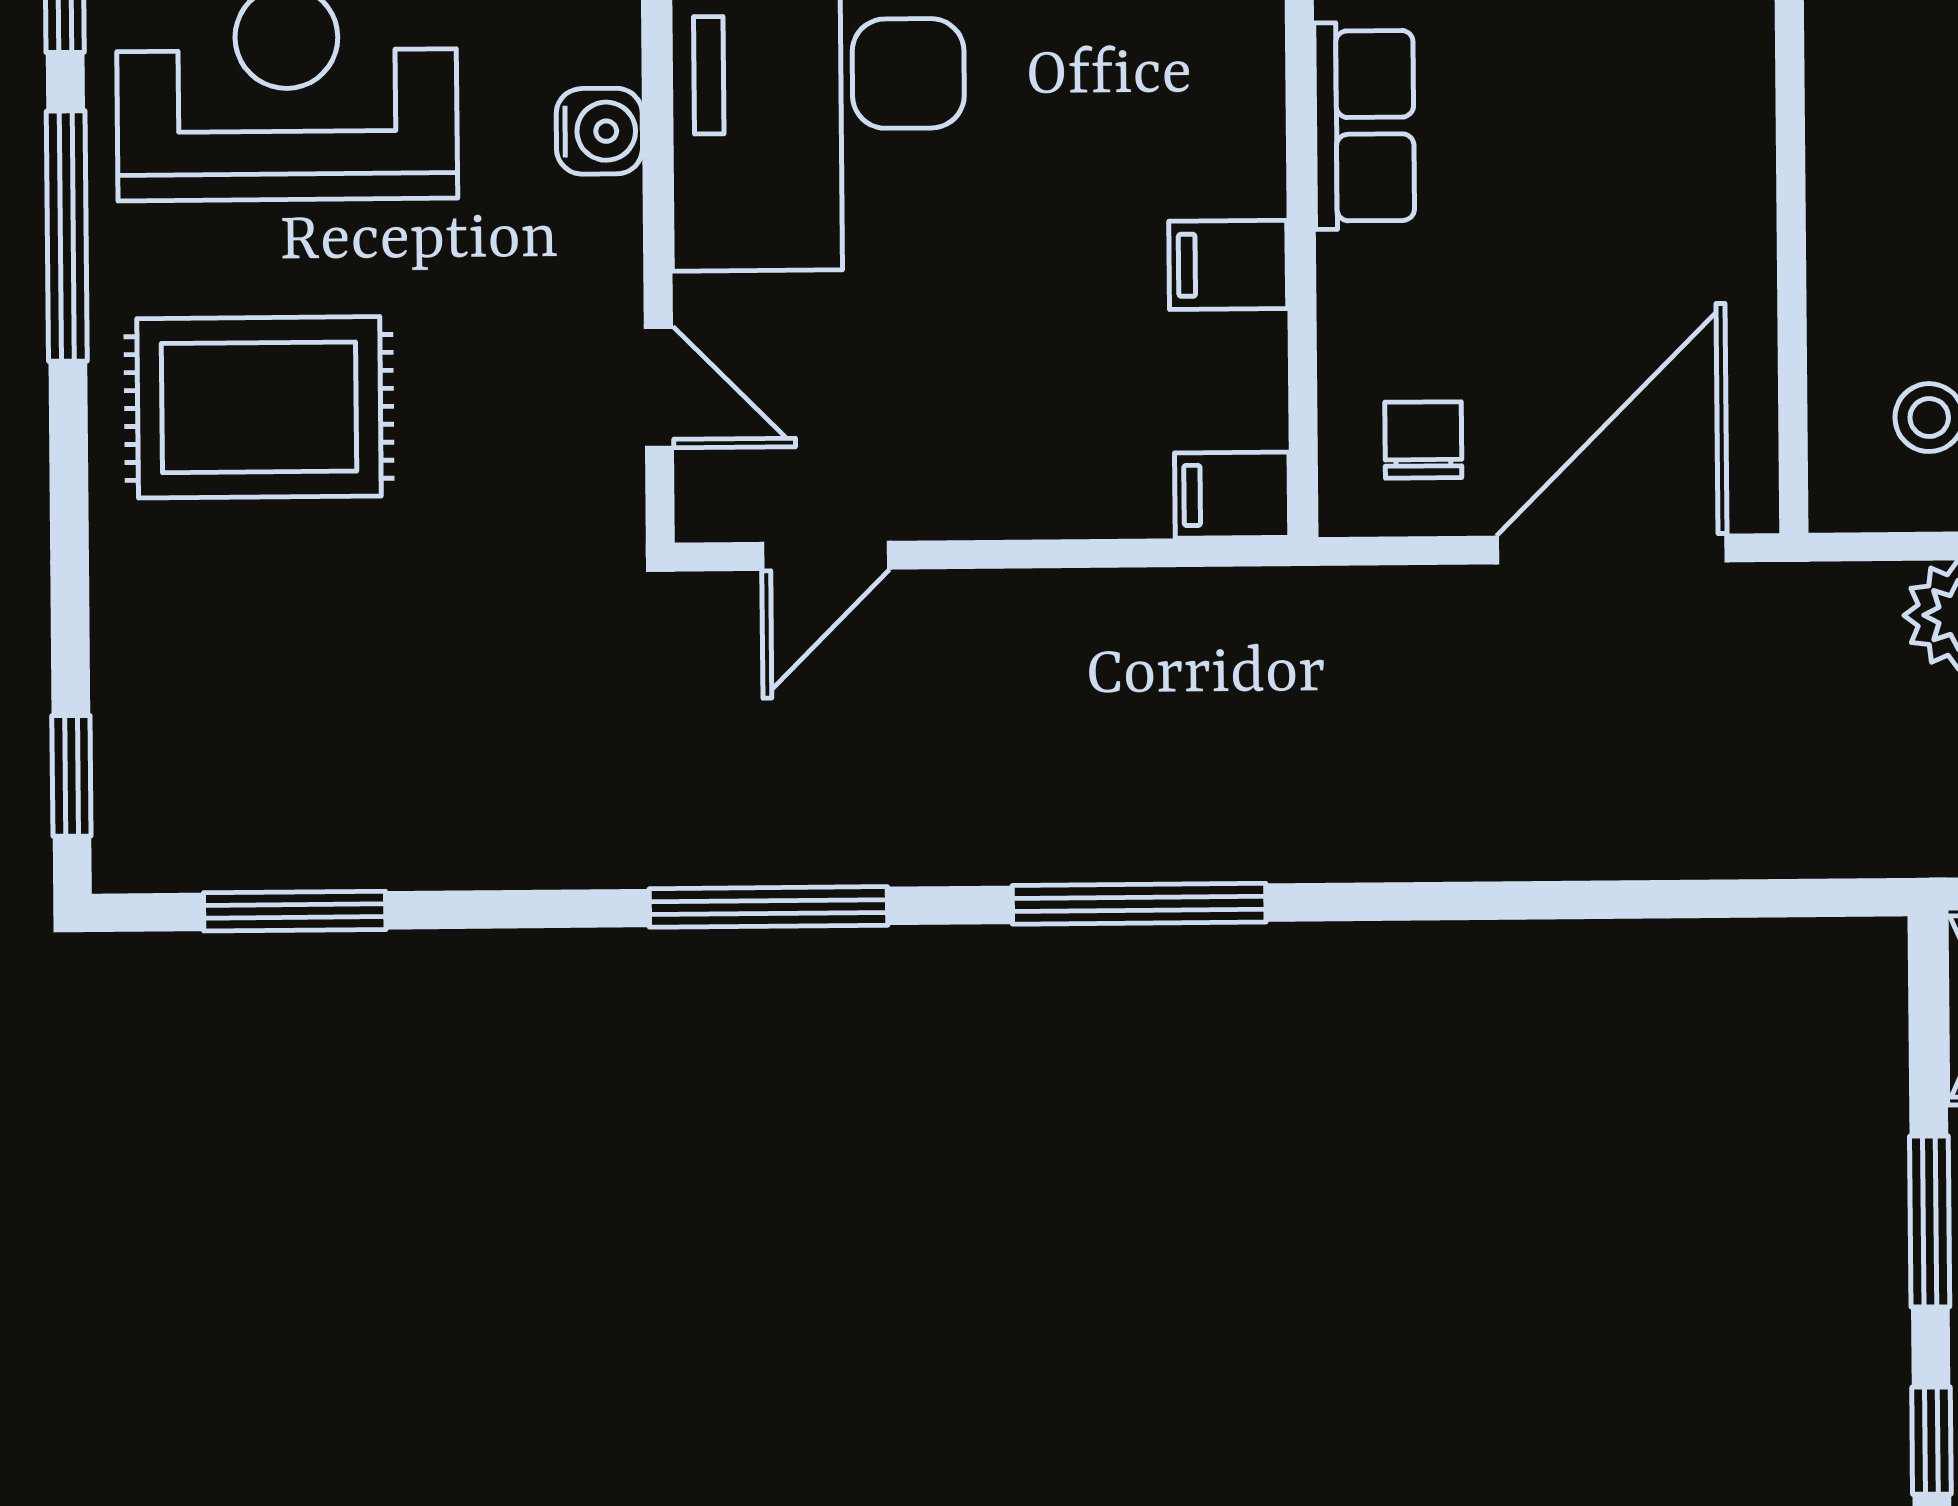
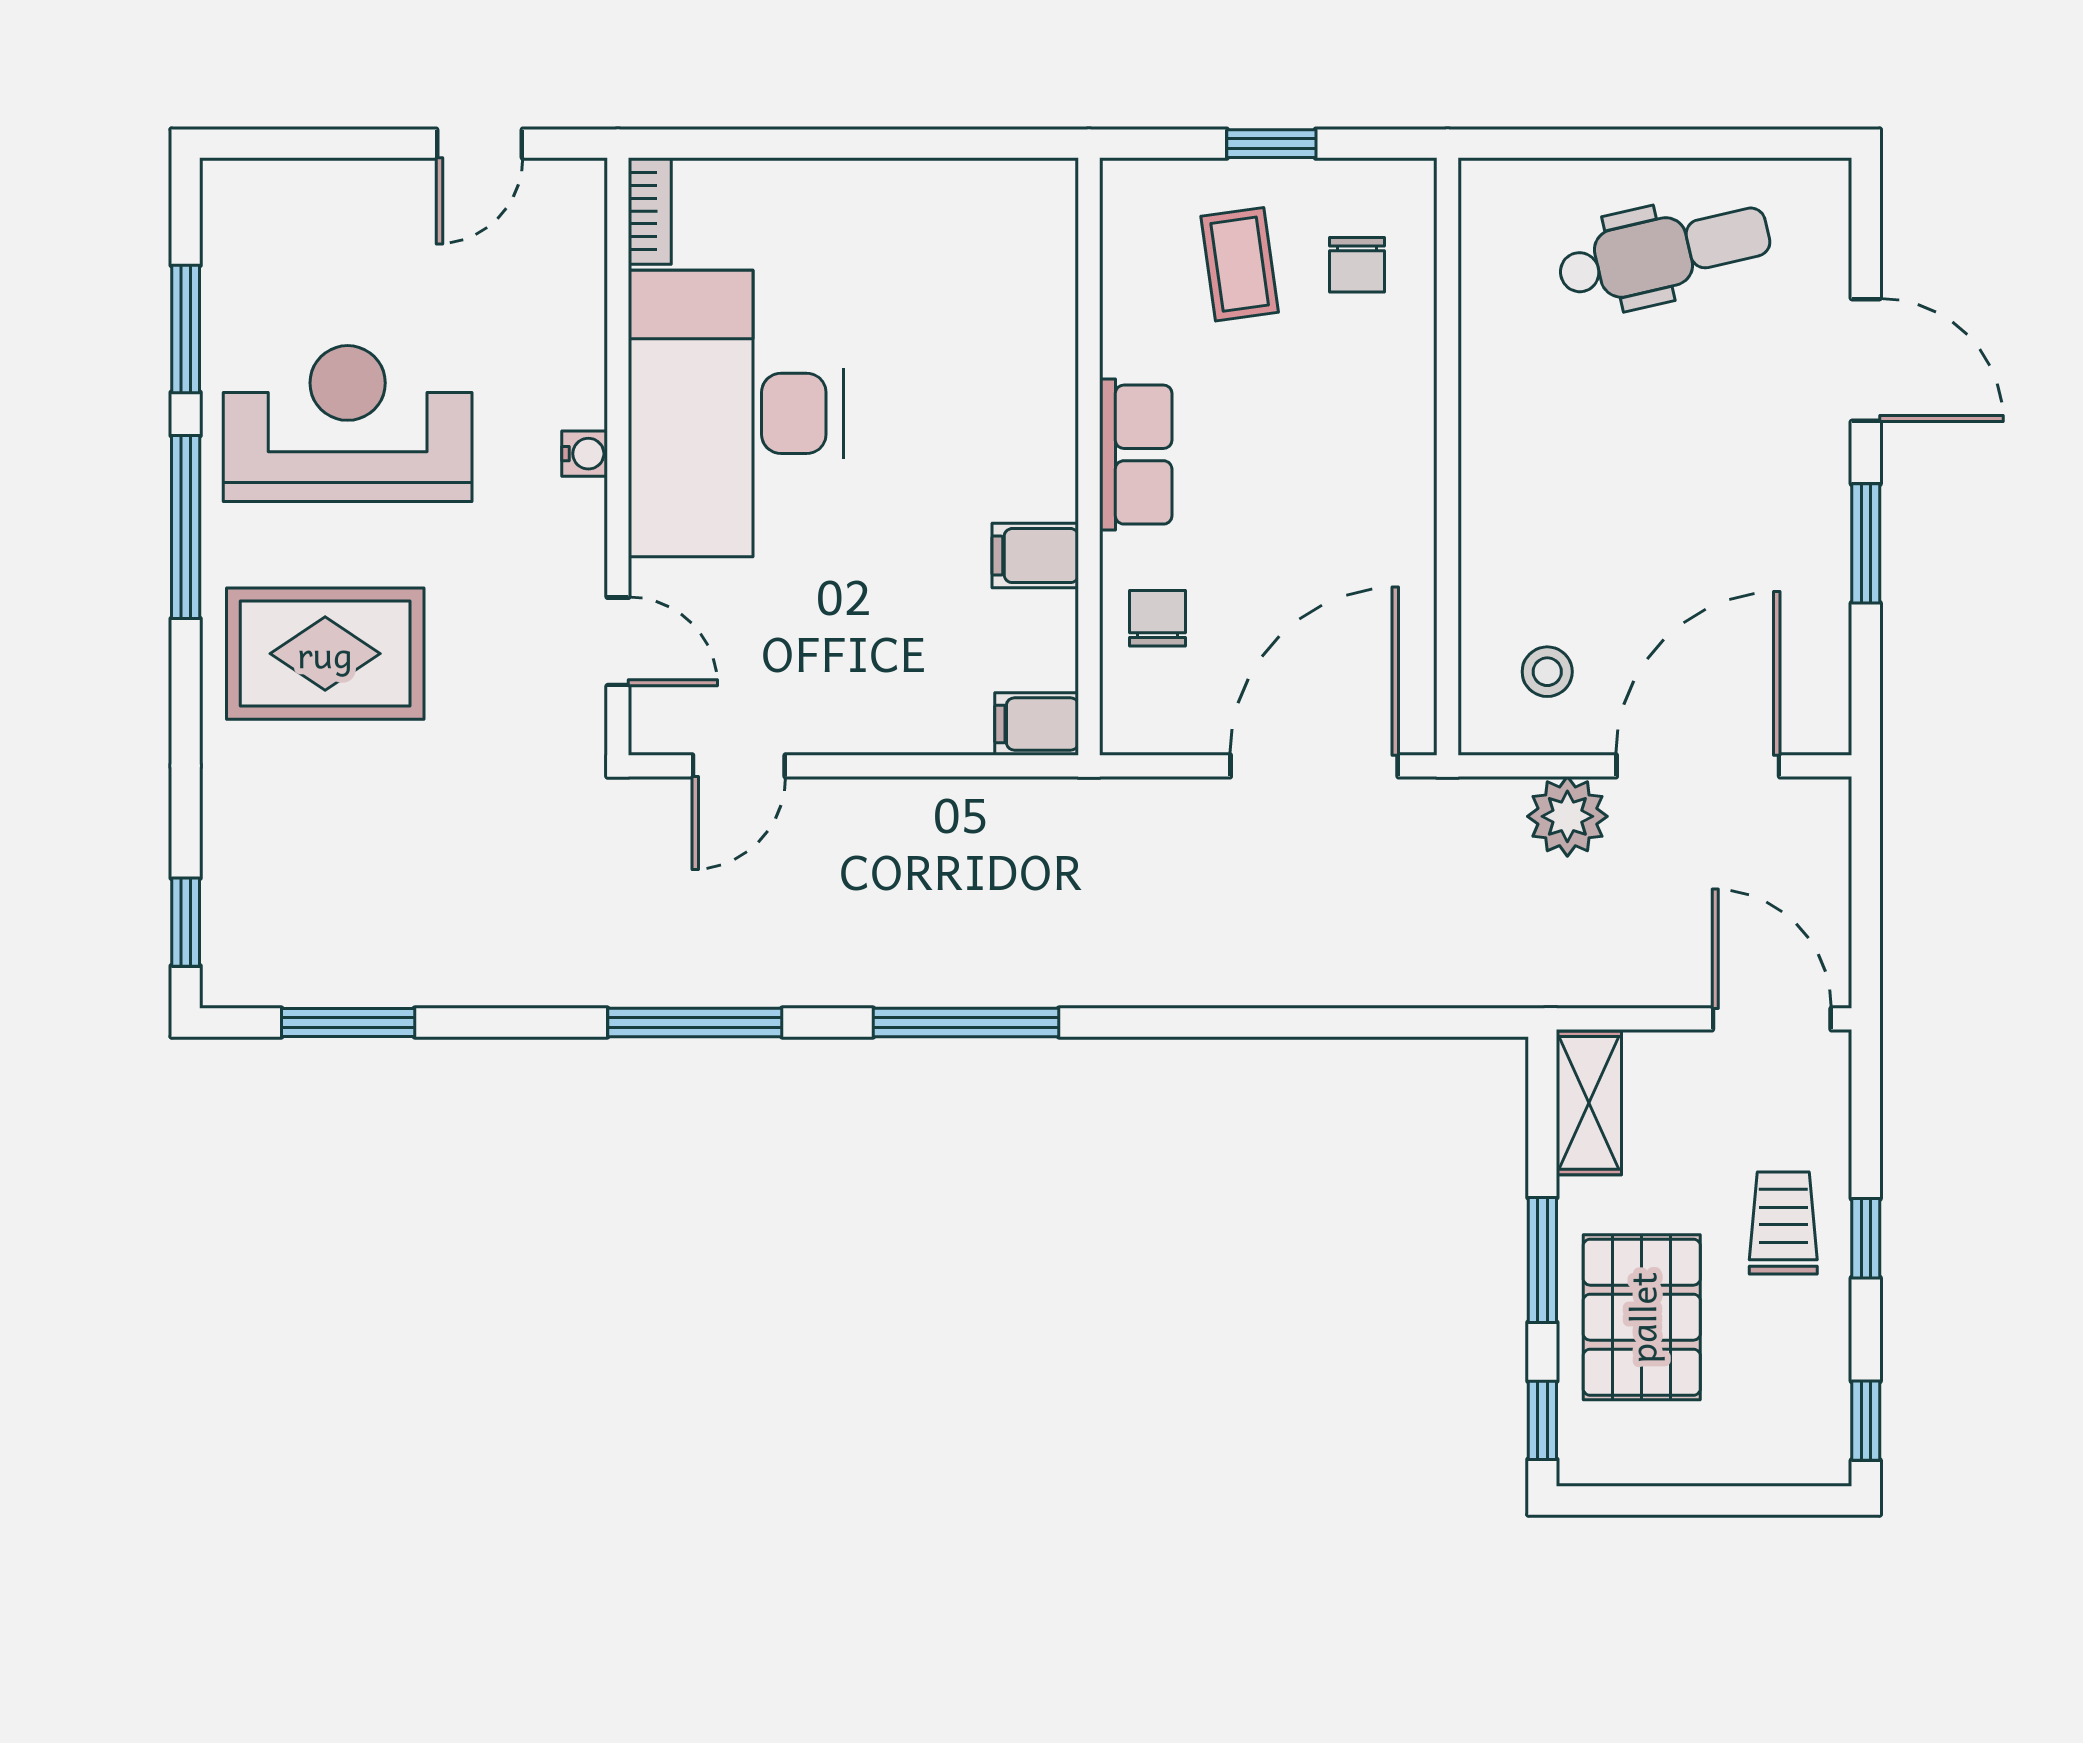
water cooler: (599, 131) -> (585, 454), width x0.72, depth x0.72
chair: (1423, 440) -> (1157, 618), moved

